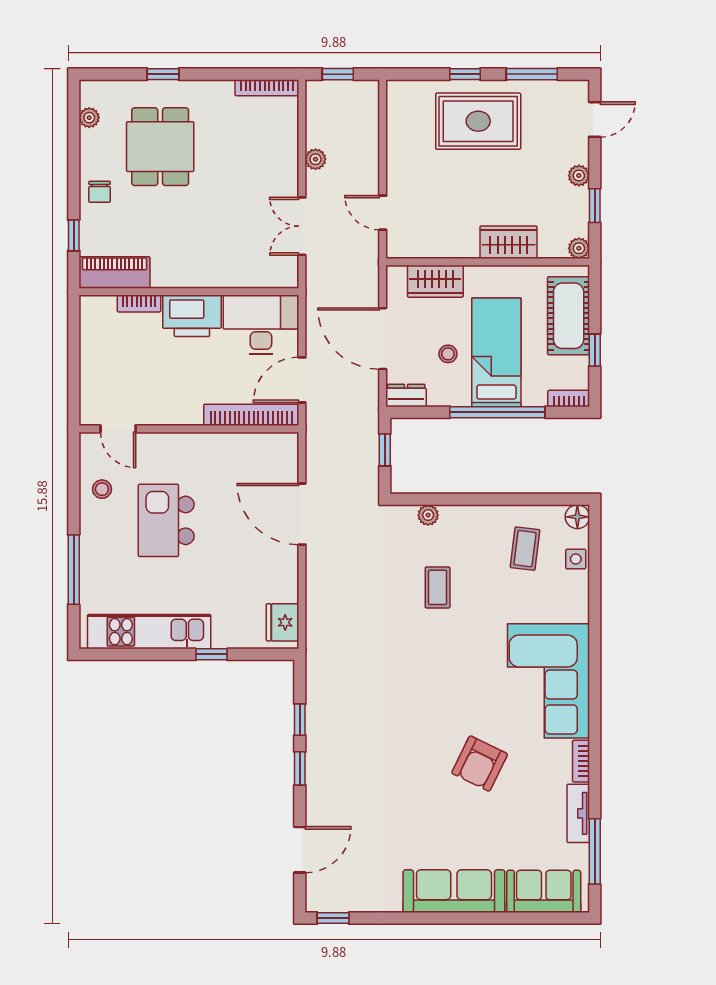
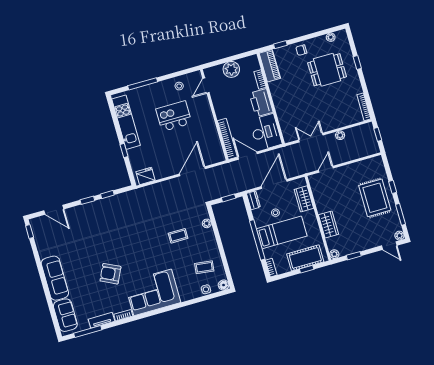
plant: (579, 176) -> (399, 236), moved
window: (595, 350) -> (307, 269), moved
plant: (98, 361) -> (231, 69), added

